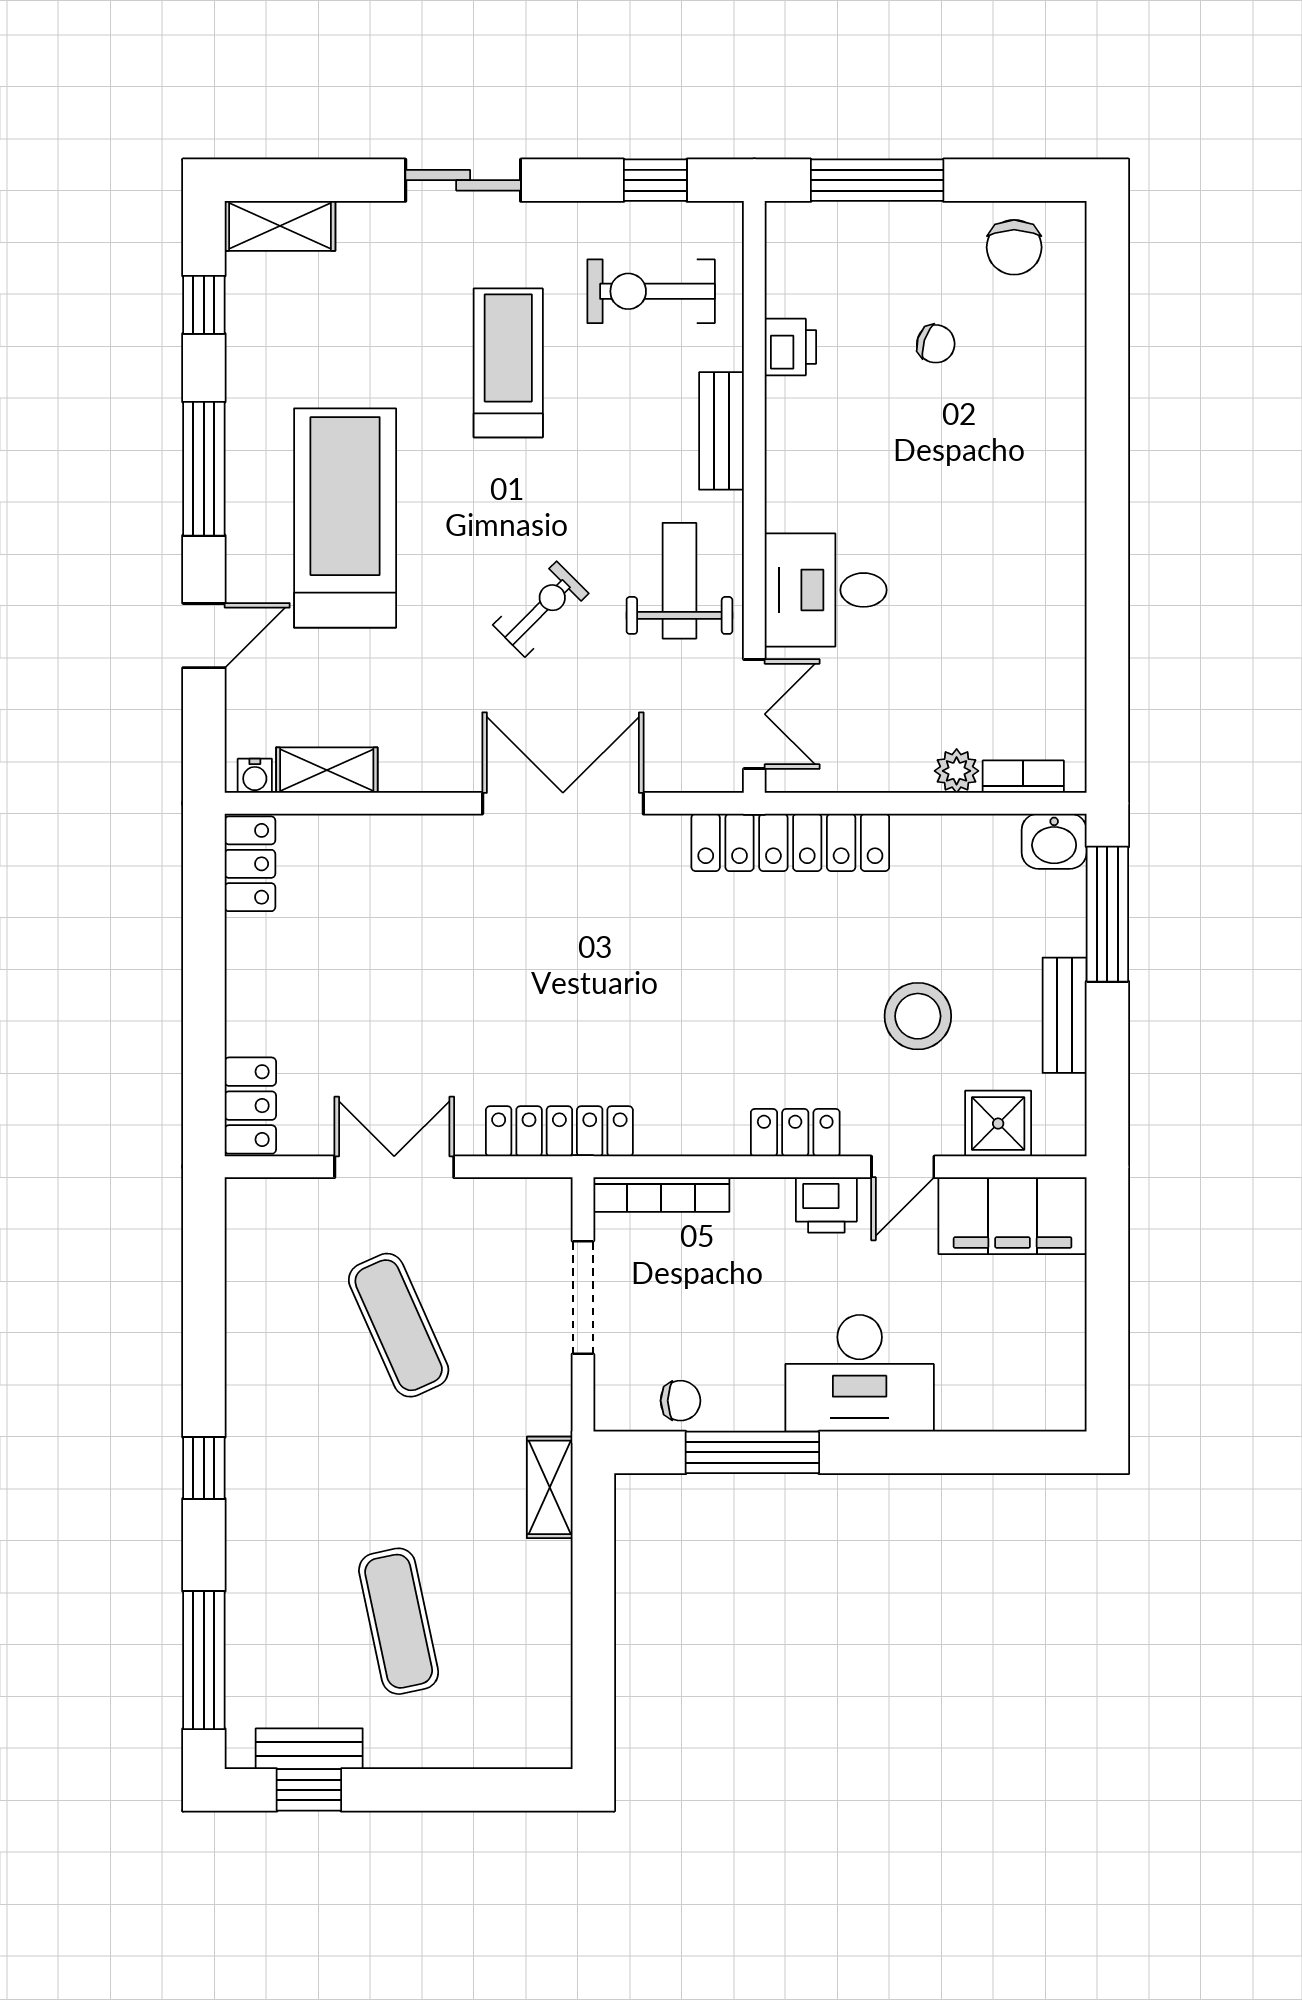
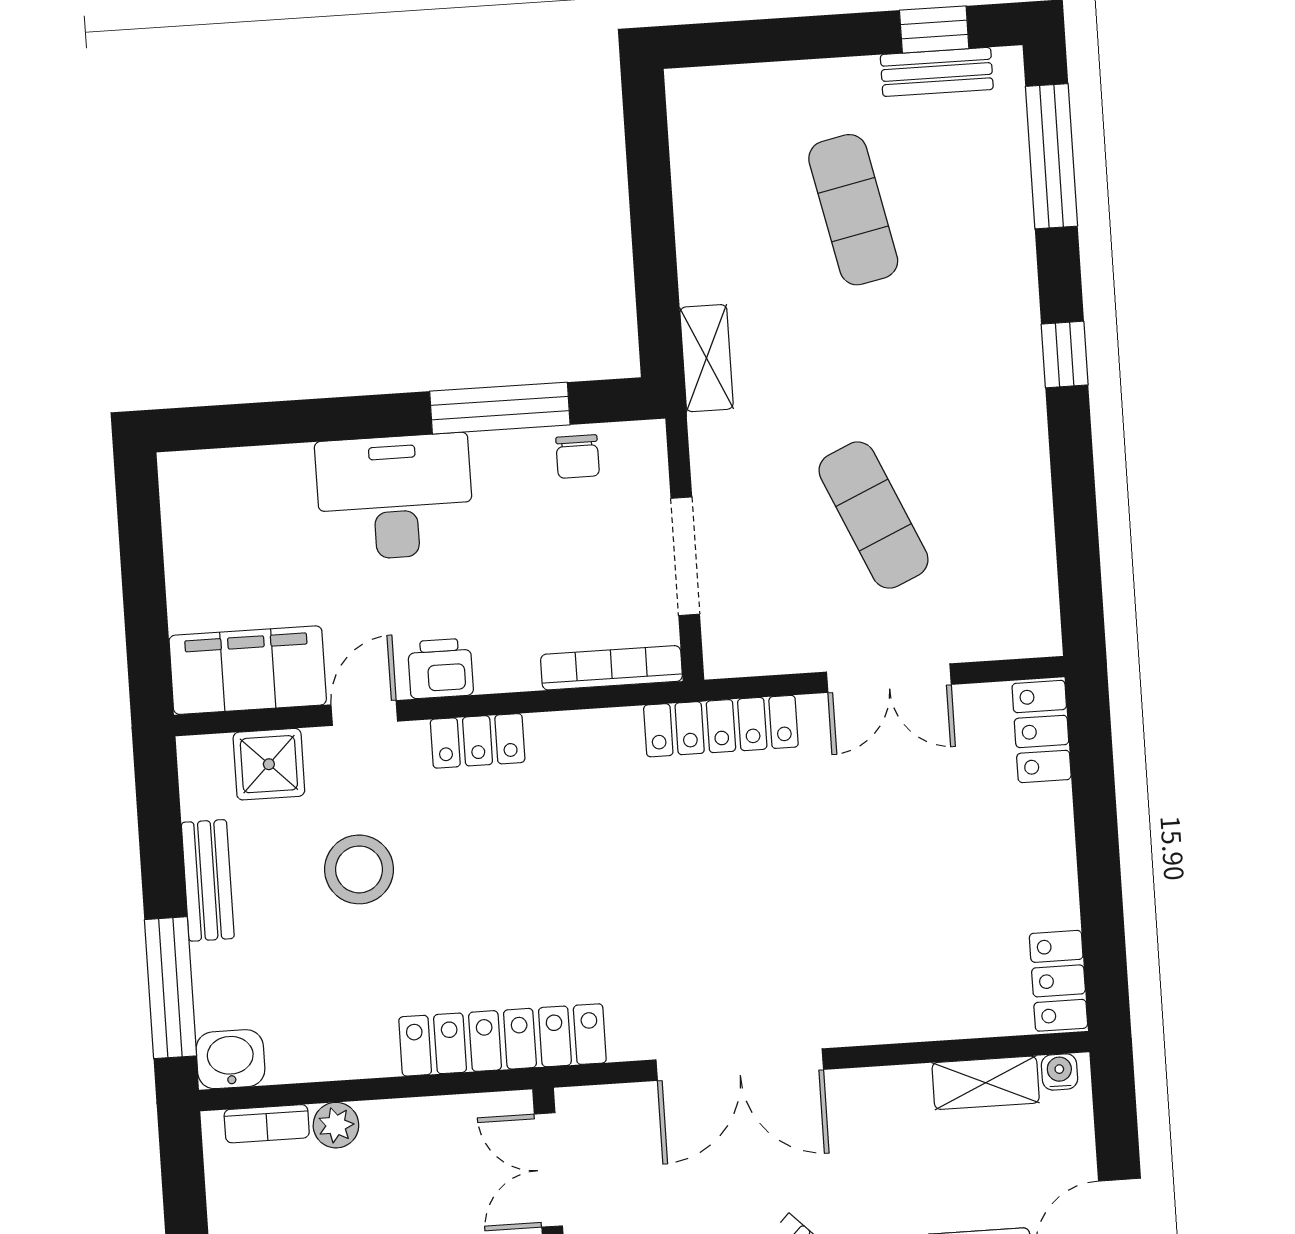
chair: (680, 1401) -> (578, 457), turned -90

